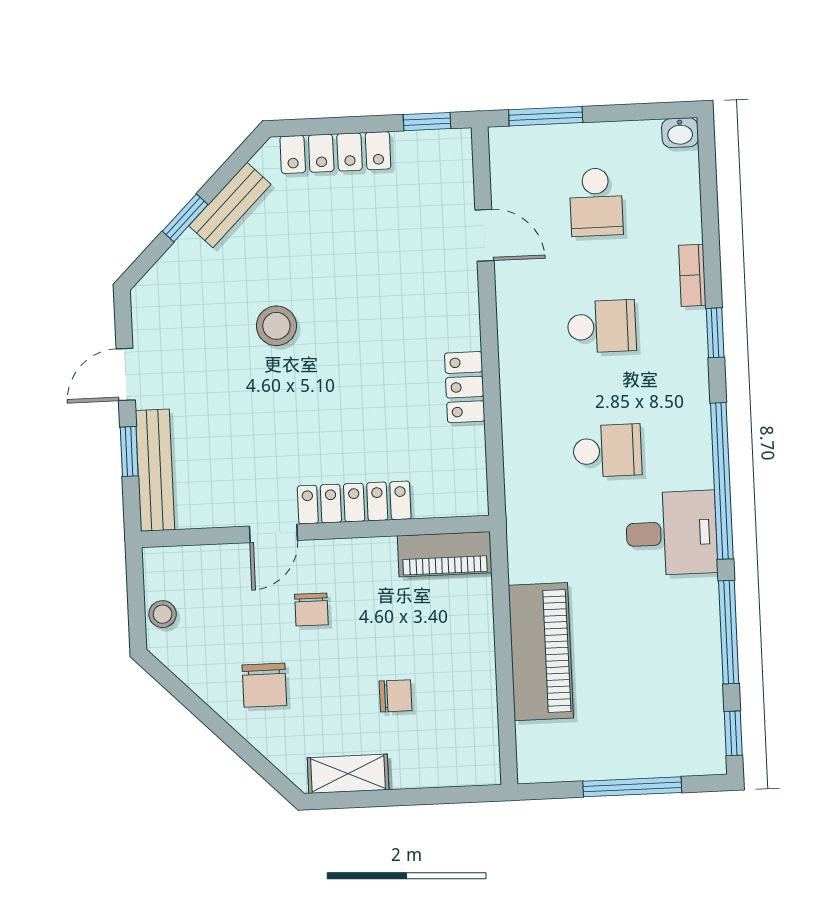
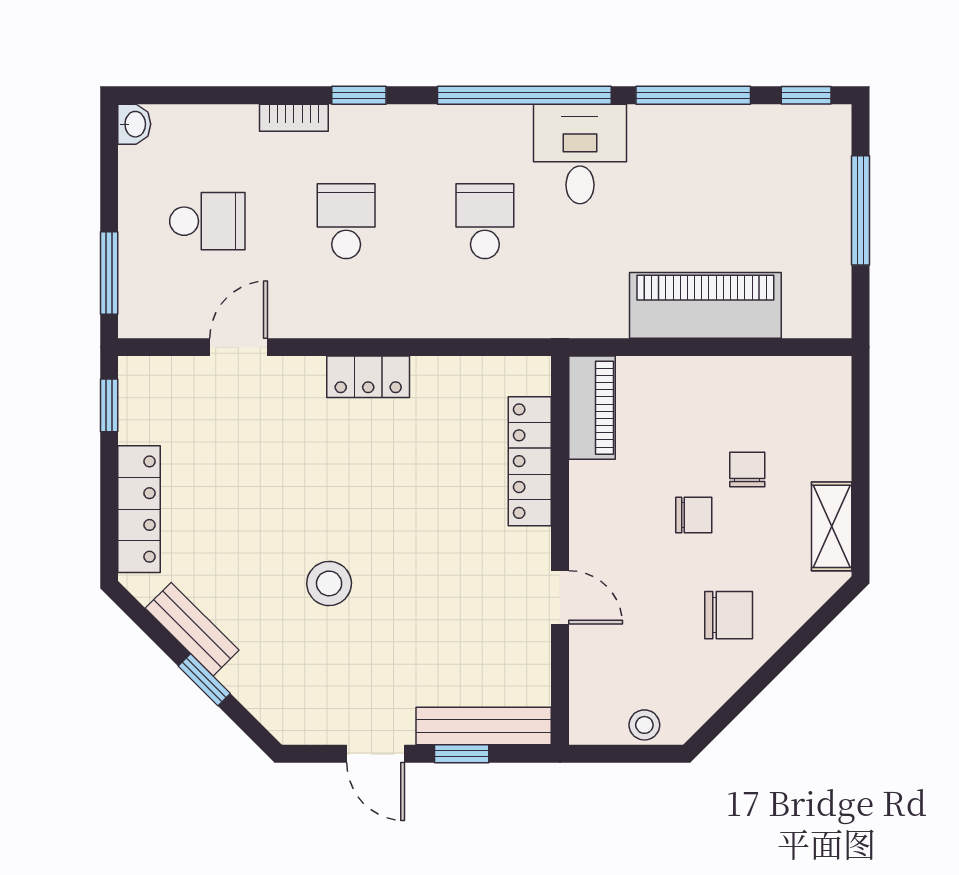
locker: (465, 387) -> (368, 377), moved
locker: (354, 502) -> (530, 461), moved
chair: (311, 609) -> (694, 515), moved

